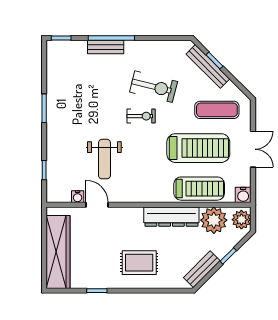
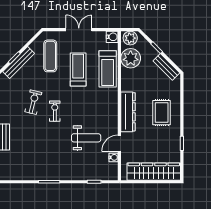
exercise bike: (154, 87) -> (33, 102), width x0.73, depth x0.72
treadmill: (198, 148) -> (78, 69), width x0.73, depth x0.73
treadmill: (199, 189) -> (108, 69), turned 180
dresser: (171, 217) -> (128, 112), moved

